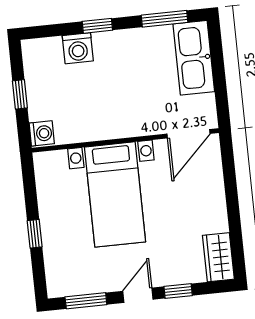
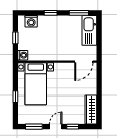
washing machine: (78, 48) -> (31, 21), moved
bed with nightstands: (115, 194) -> (36, 84), moved
wardrobe: (218, 257) -> (91, 110), width x1.50

